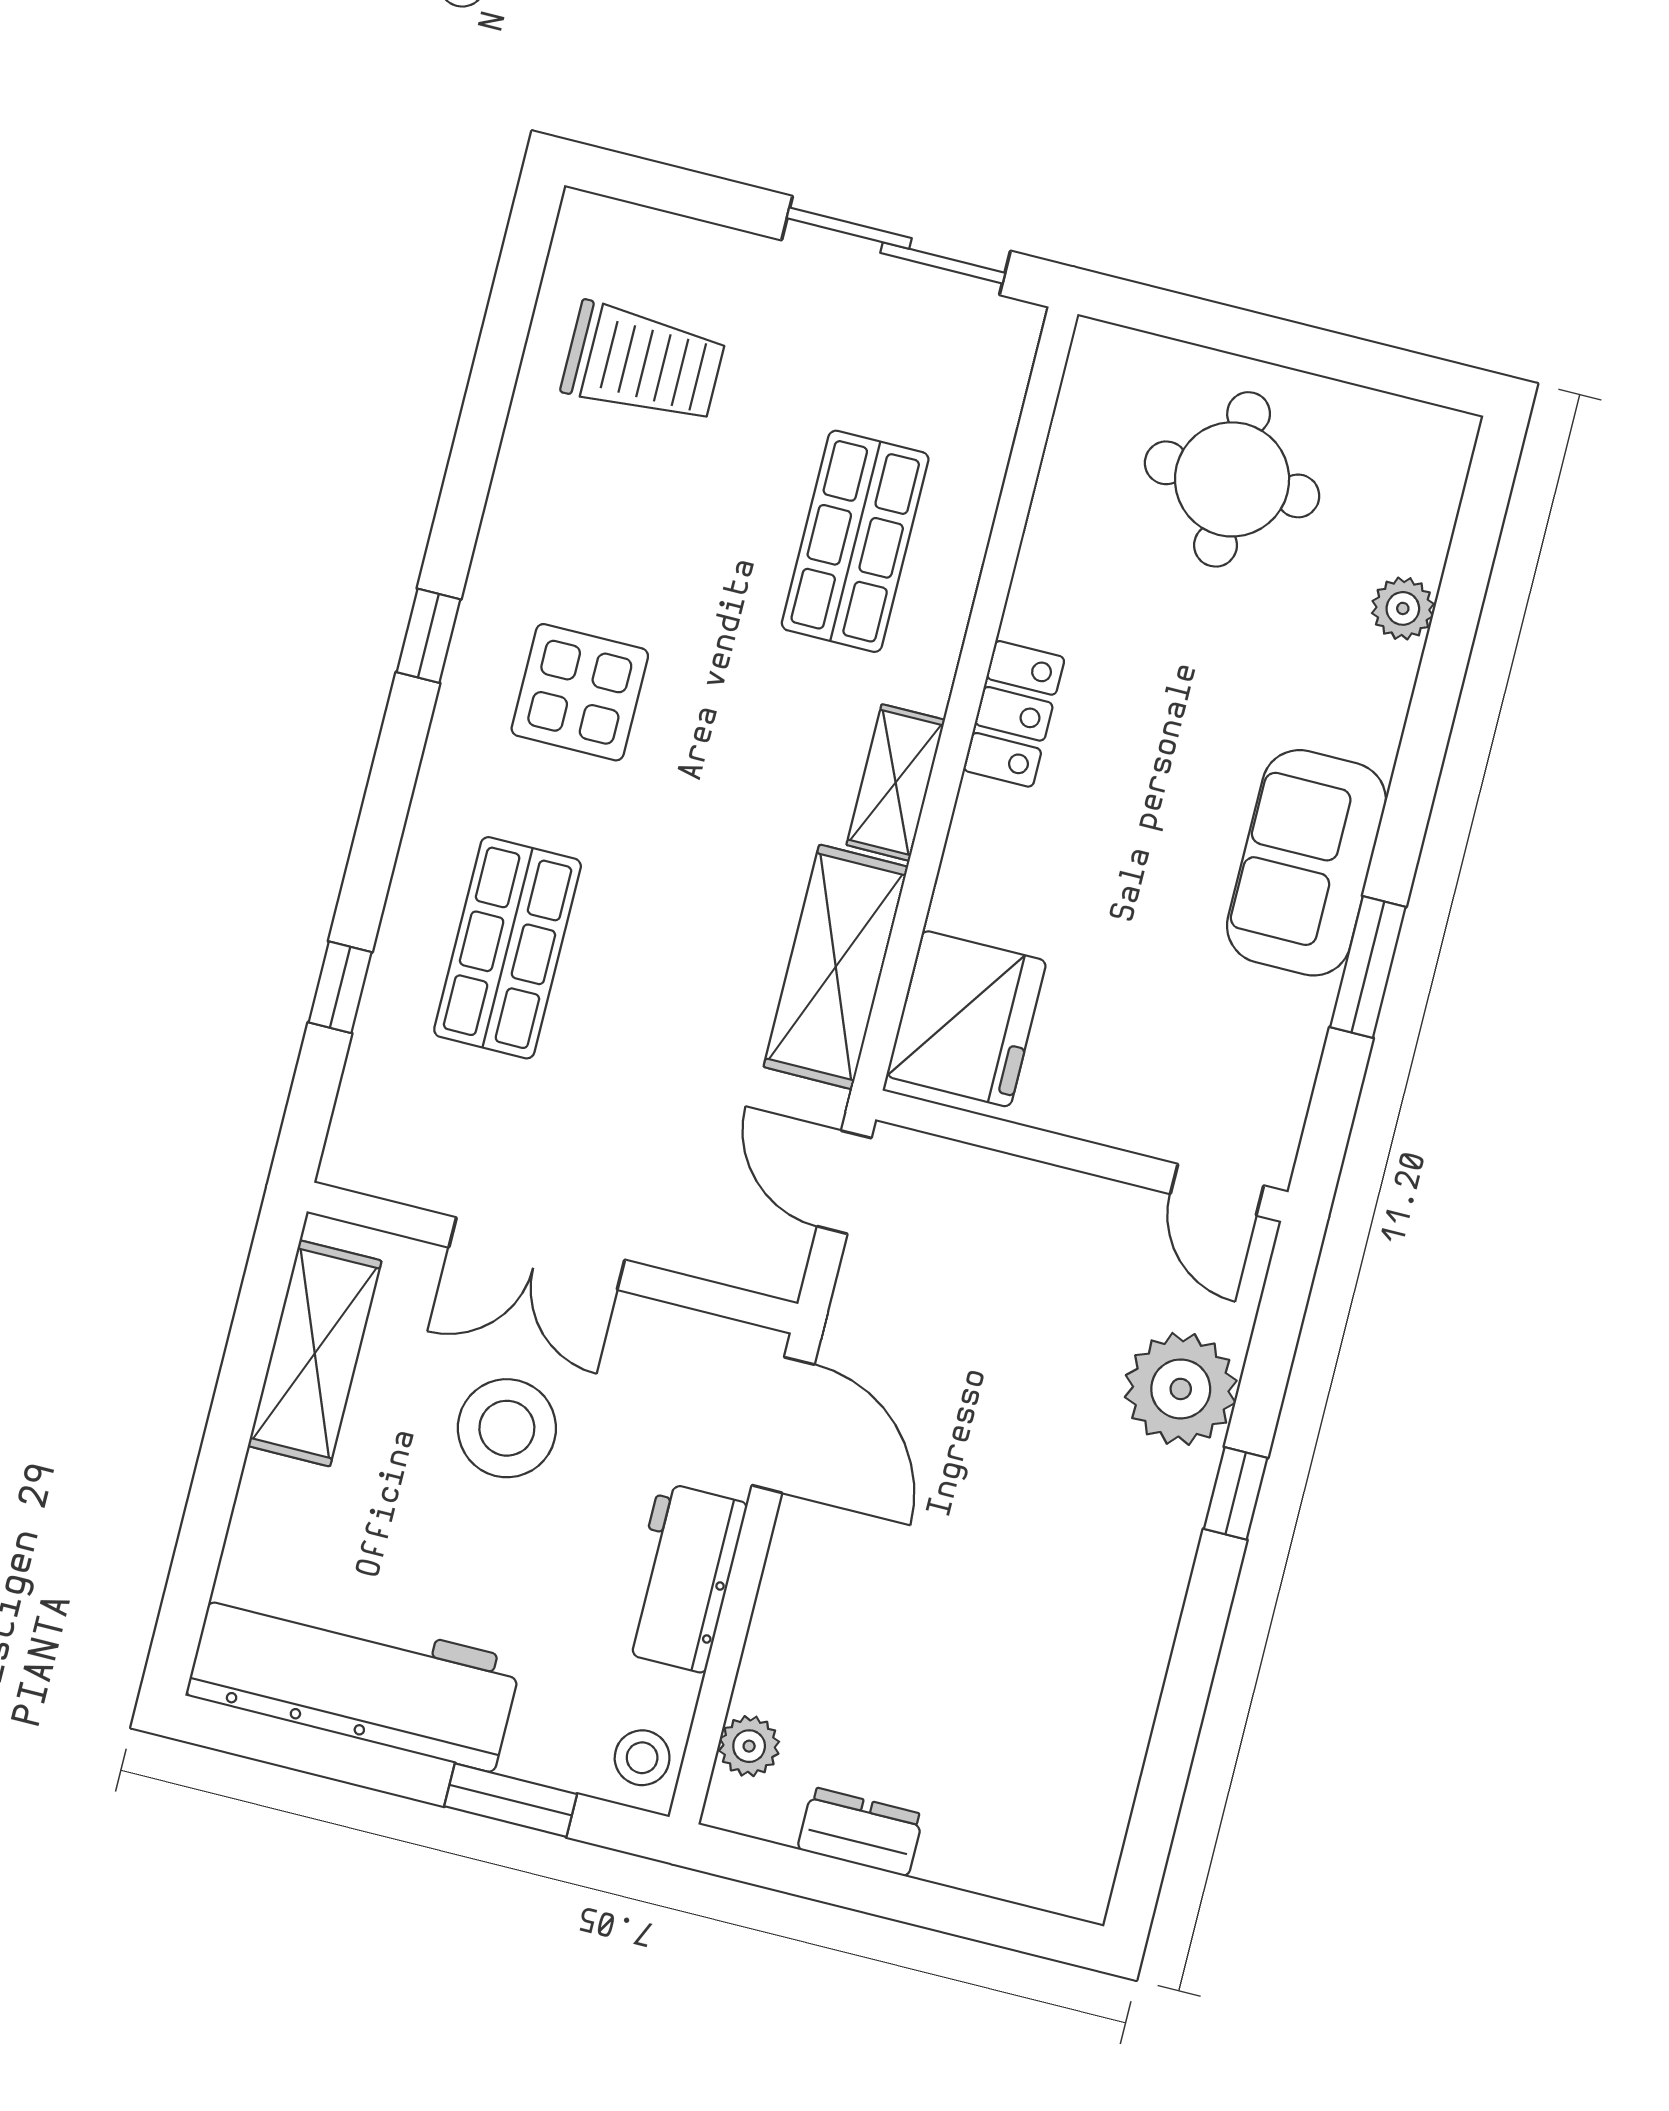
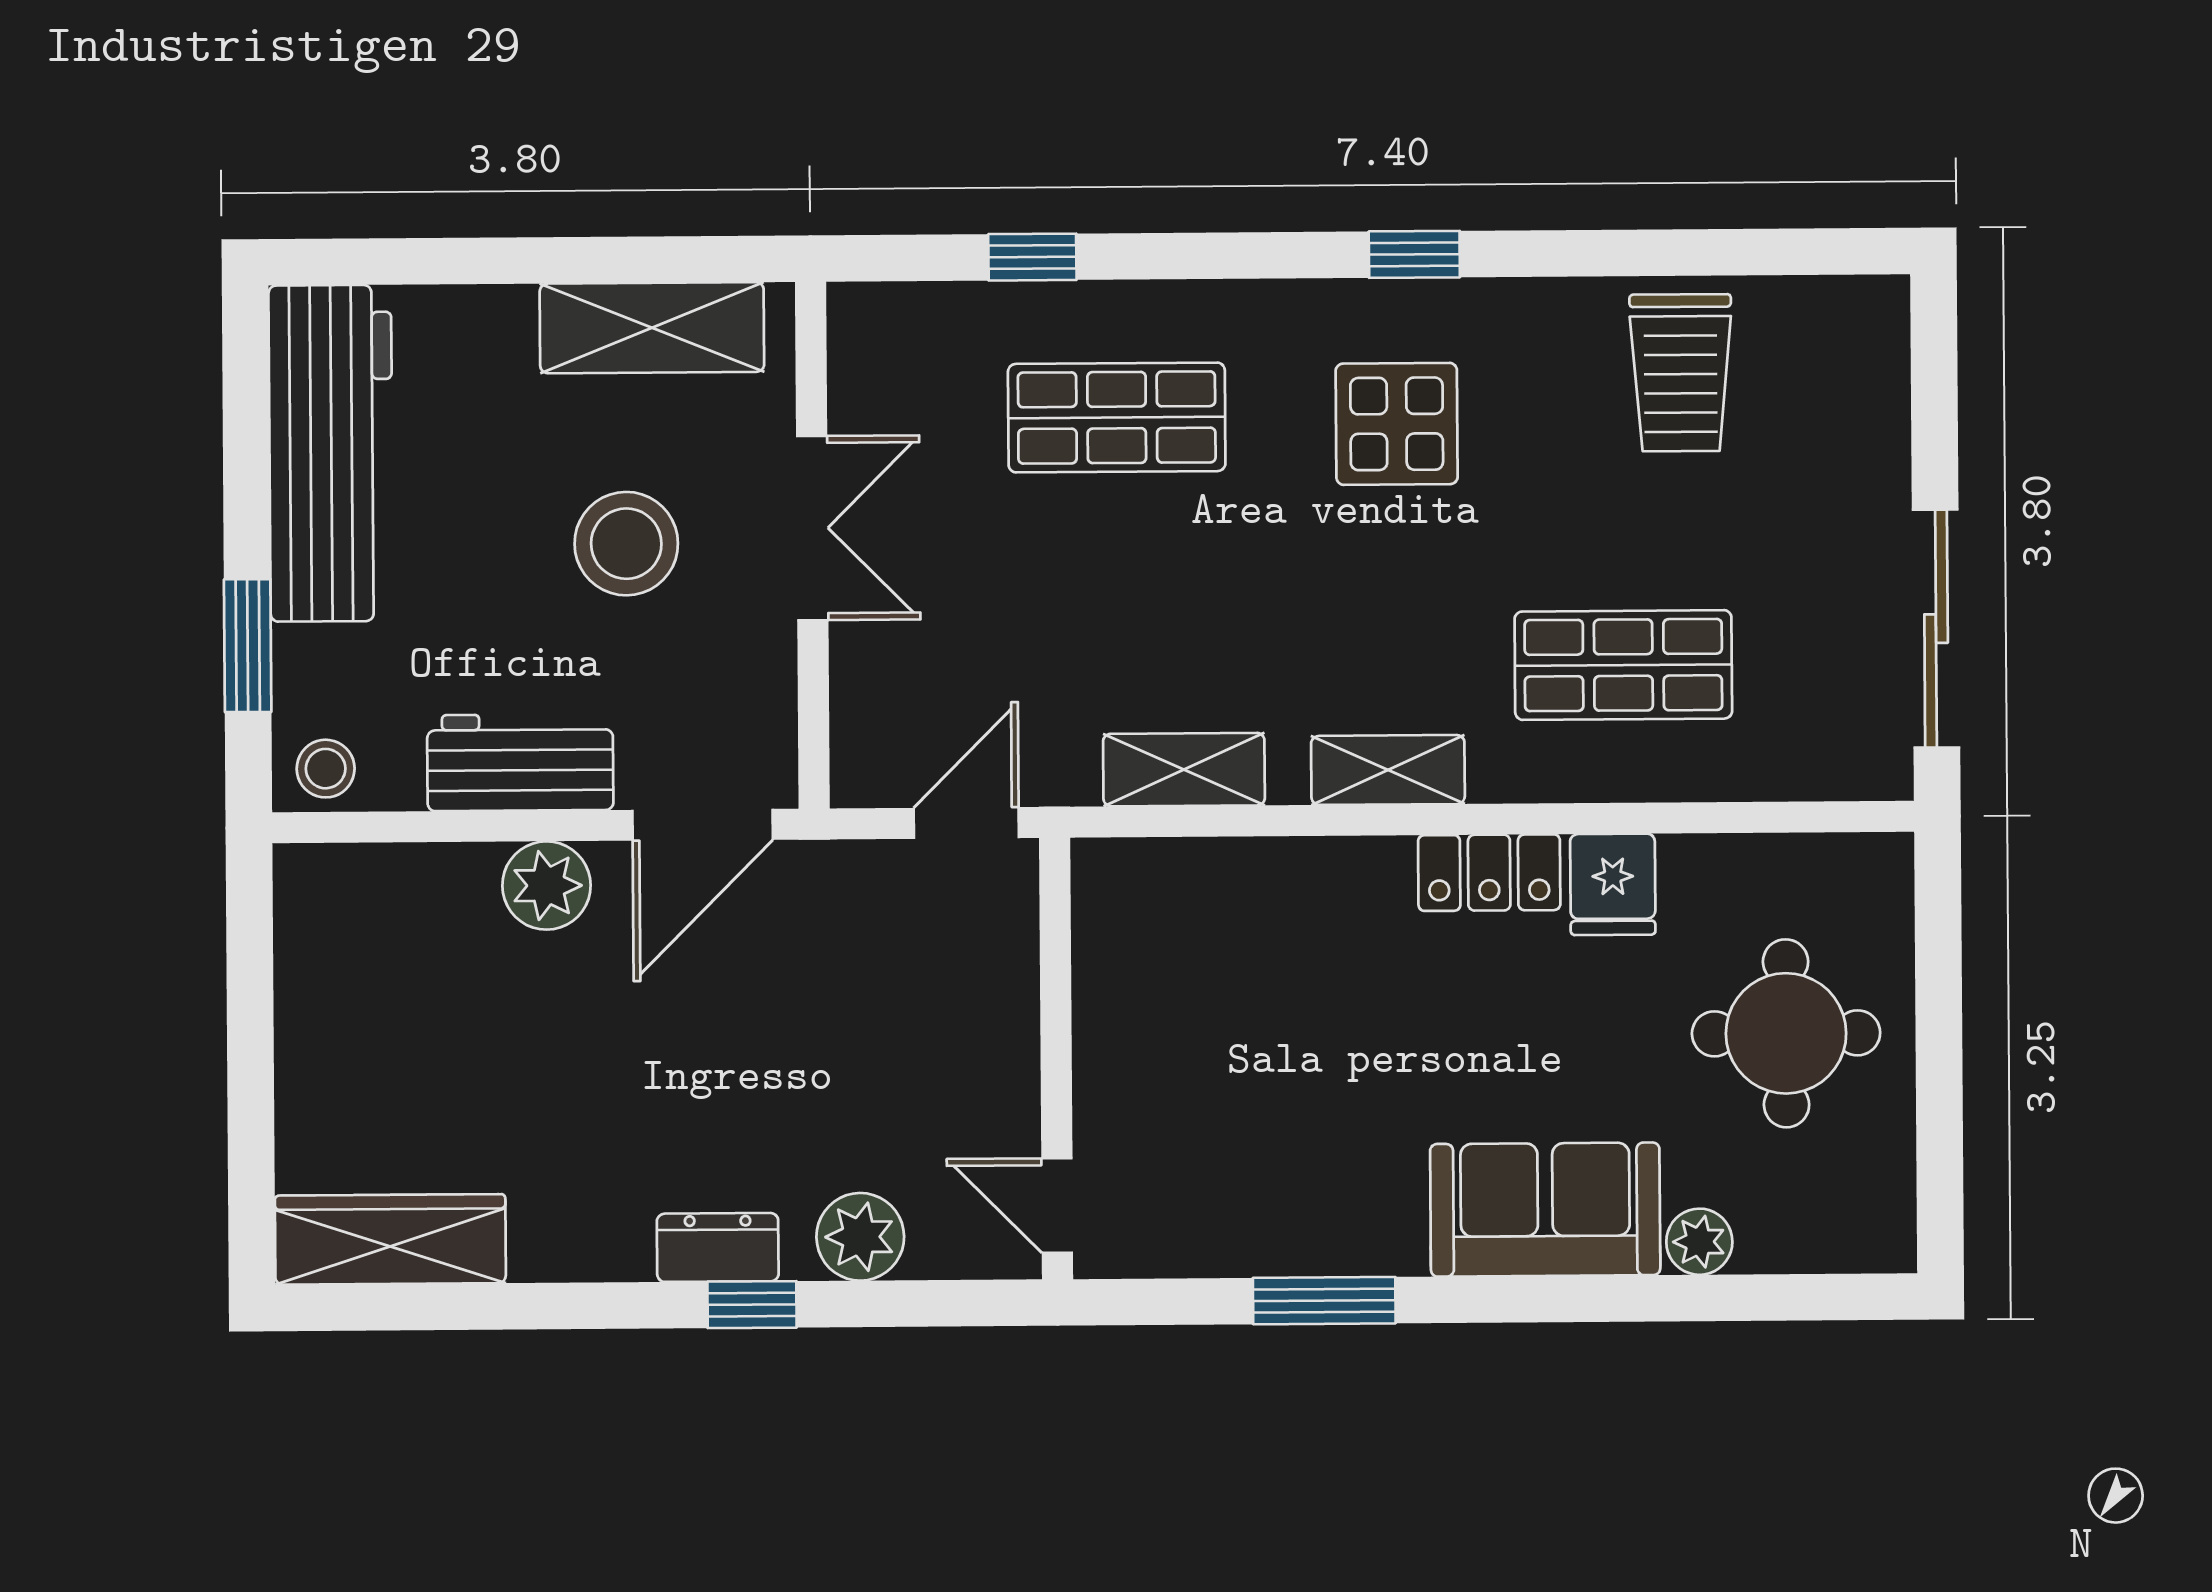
trolley: (643, 363) -> (1681, 373), moved
sofa: (1306, 863) -> (1545, 1210), moved
shelving: (836, 967) -> (1184, 770), width x0.67, depth x0.75
fridge: (966, 1019) -> (1613, 884), moved, width x0.53, depth x0.75
door: (1217, 1190) -> (1057, 1205), hinge flipped
double door: (537, 1254) -> (812, 528), swing flipped
plant: (1181, 1389) -> (860, 1237), width x0.73, depth x0.73
plant: (749, 1746) -> (546, 886), moved, width x1.38, depth x1.38
wardrobe: (1090, 1810) -> (390, 1239), added
dresser: (860, 1832) -> (718, 1247), moved, turned -90

